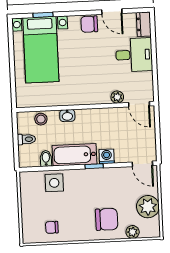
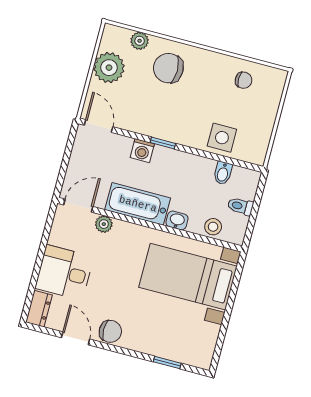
bed with nightstands: (41, 50) -> (188, 277), moved, turned -90
door: (139, 104) -> (78, 206), hinge flipped
bathtub: (74, 155) -> (138, 204), moved, turned 180

